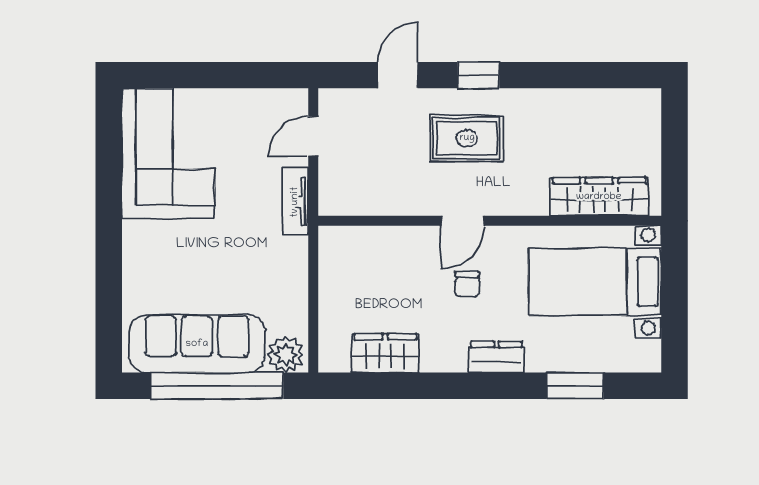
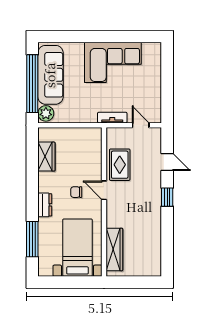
rug: (467, 138) -> (120, 165), moved
corner sofa: (168, 153) -> (113, 62), moved
window: (575, 386) -> (32, 239), width x1.44

